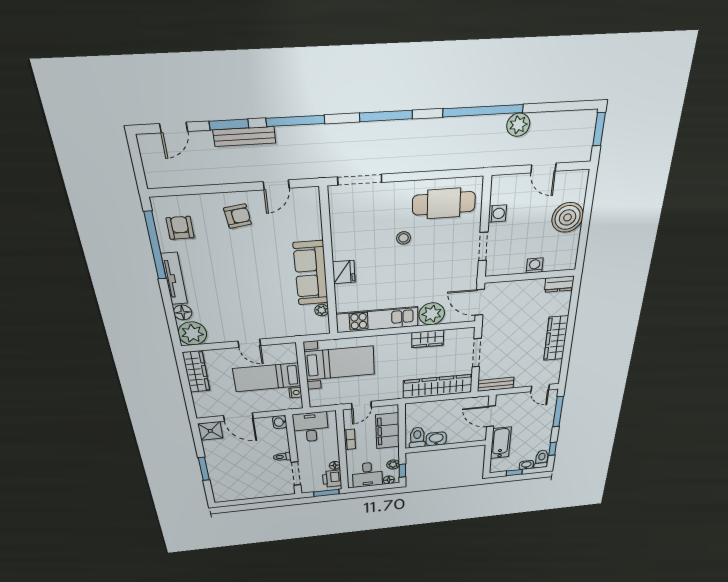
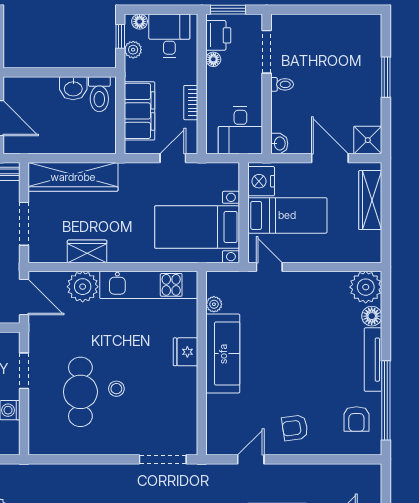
cafe table: (444, 203) -> (80, 392), moved, turned 90
door: (249, 343) -> (269, 267), moved
wardrobe: (196, 372) -> (370, 200), moved
nightstand: (295, 393) -> (261, 181), width x1.89, depth x1.79

